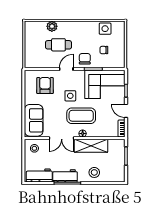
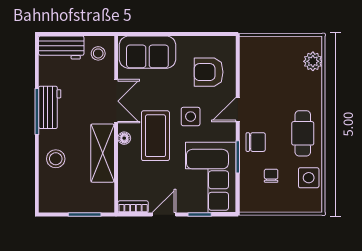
plant: (52, 26) -> (313, 61), moved
cafe table: (58, 45) -> (303, 133), moved
door: (66, 69) -> (238, 110), swing flipped
armchair: (45, 86) -> (209, 72), turned 180
double door: (62, 138) -> (116, 101), swing flipped
workbench: (39, 175) -> (61, 48), moved, turned 90

